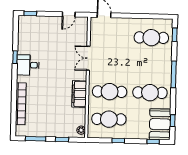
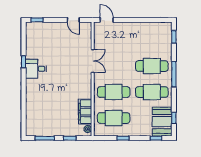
door: (69, 14) -> (73, 20), hinge flipped
cafe table: (151, 38) -> (152, 66), moved
double door: (88, 58) -> (93, 61), swing flipped
filing cabinet: (79, 94) -> (85, 112), moved
bookcase: (21, 104) -> (30, 105), removed

